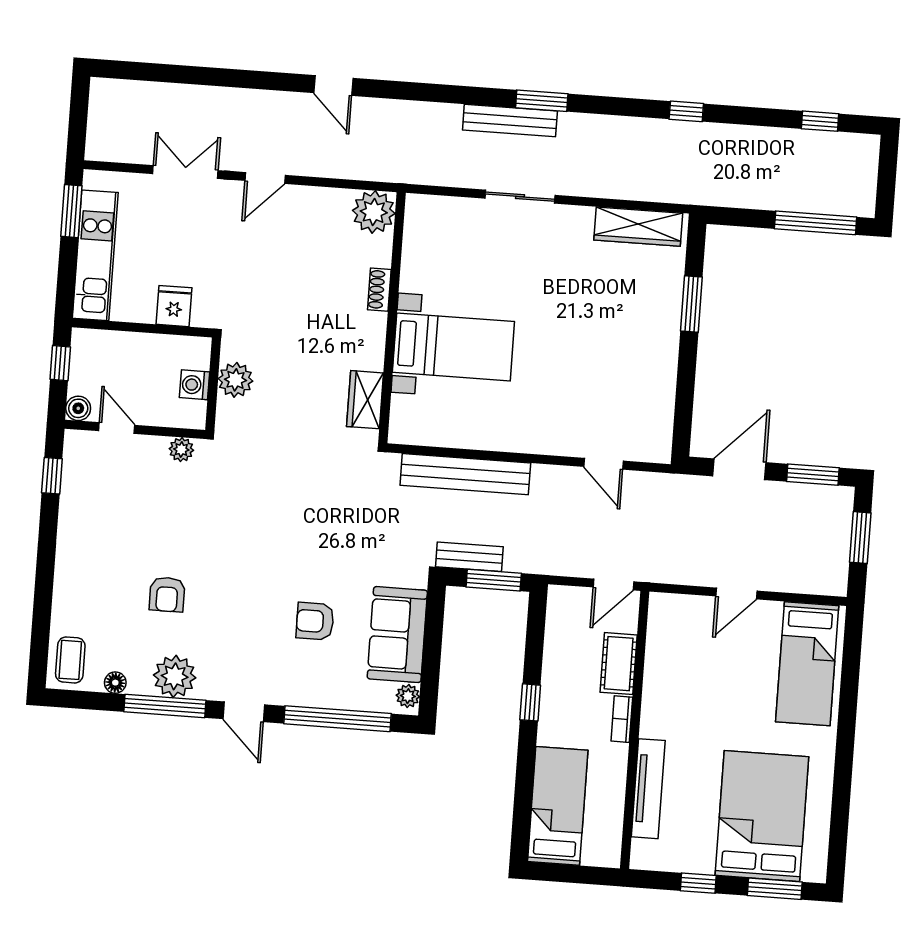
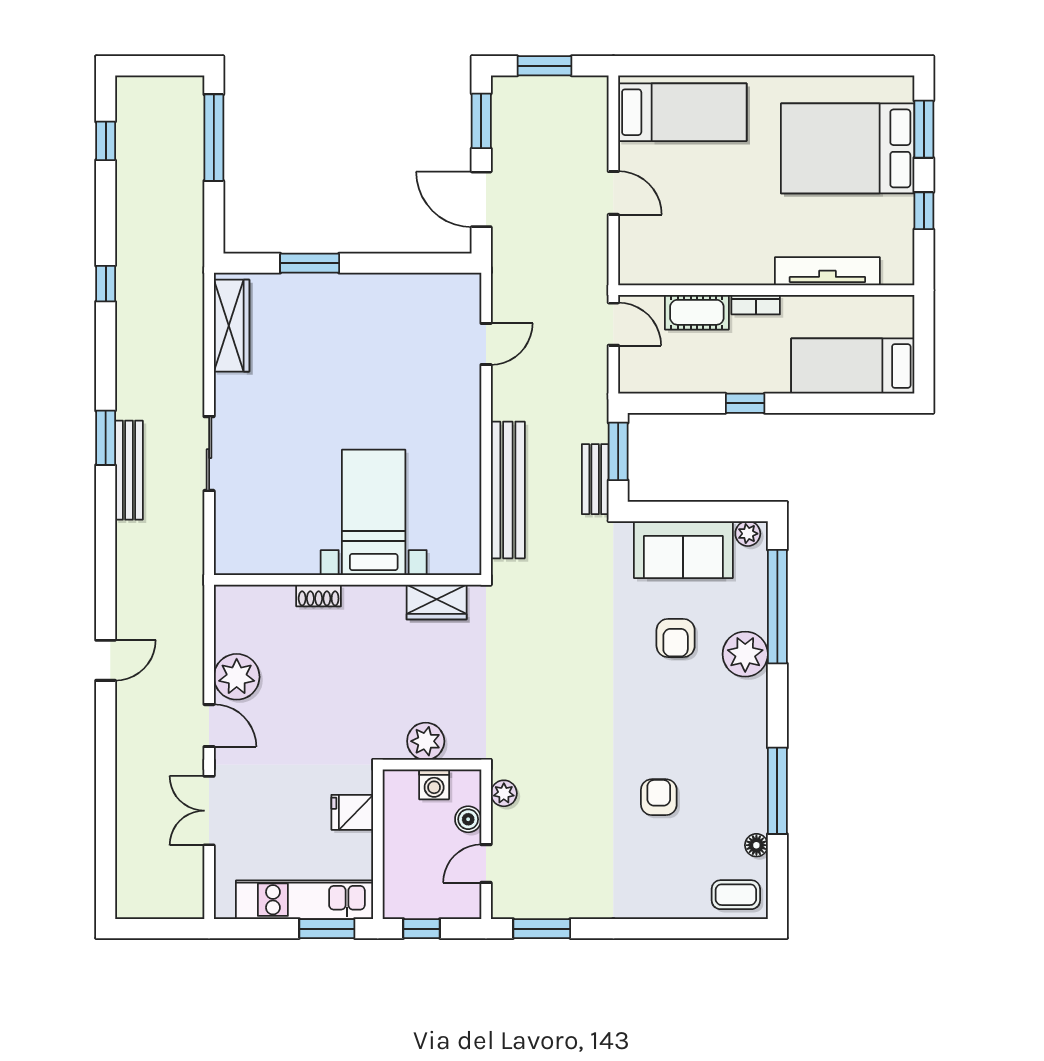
window: (71, 211) -> (327, 929), moved
plant: (374, 212) -> (237, 677), moved
boiler: (78, 408) -> (468, 819), moved
window: (52, 476) -> (542, 929), width x1.50
armchair: (167, 594) -> (659, 797), turned -90
plant: (175, 676) -> (745, 654), moved
door: (244, 712) -> (777, 707), removed

